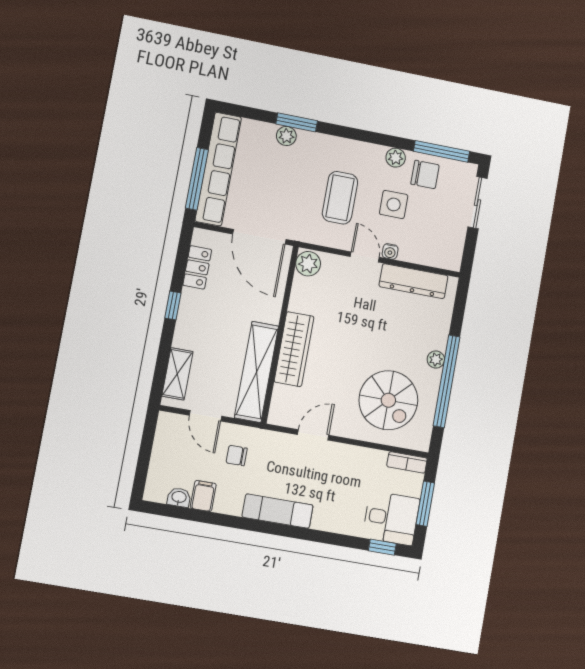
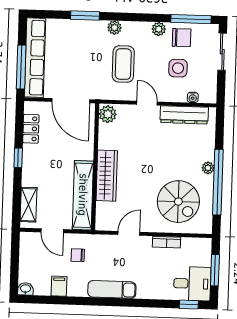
plant: (286, 136) -> (115, 28), moved
side table: (394, 204) -> (178, 68), moved
water cooler: (390, 251) -> (193, 97), moved
bookcase: (407, 462) -> (167, 242), moved
washbasin: (179, 497) -> (25, 289), moved

